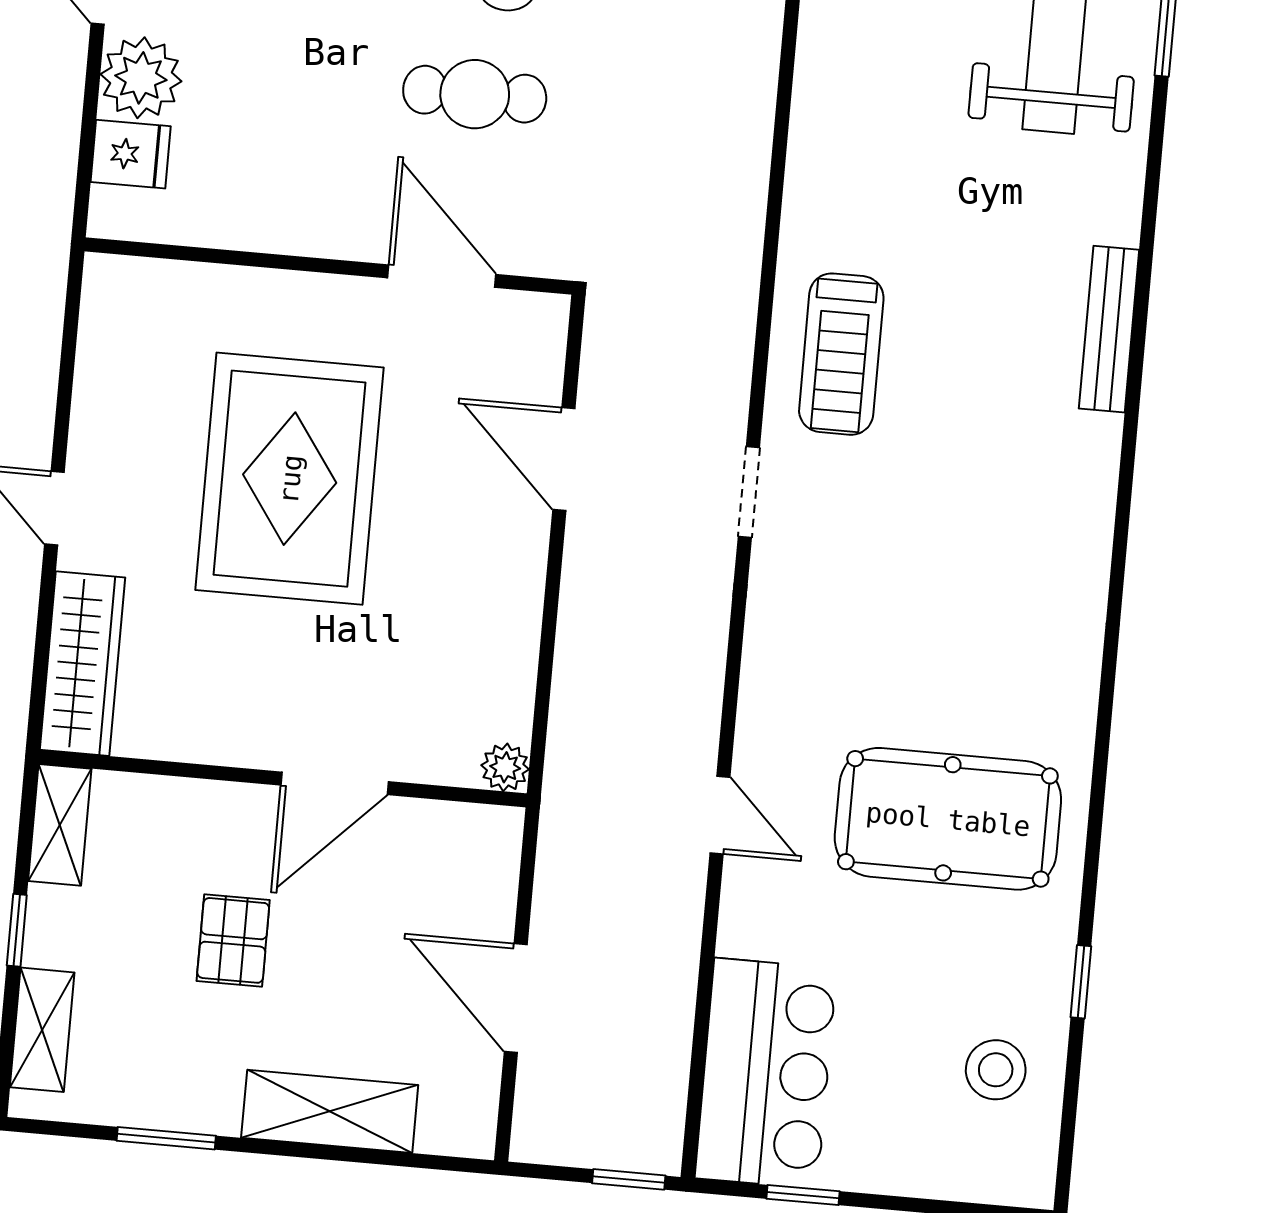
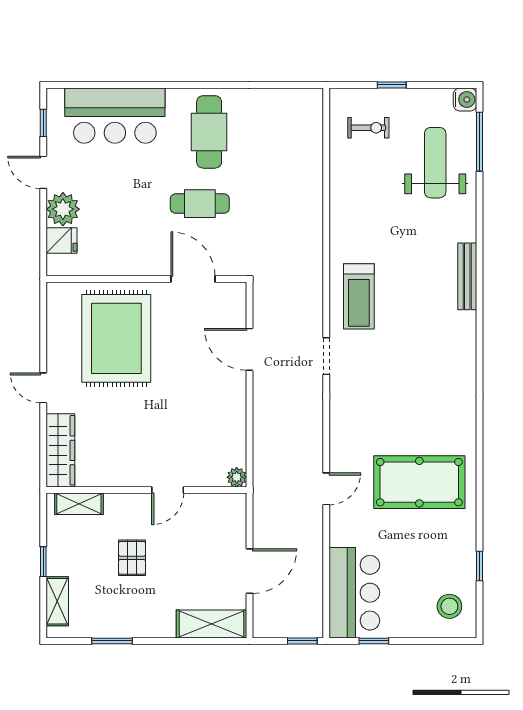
rug: (290, 479) -> (116, 338), moved
door: (335, 783) -> (168, 490), width x0.73
door: (720, 815) -> (326, 489), hinge flipped
shelving: (60, 825) -> (79, 504), moved, turned 90
window: (1081, 982) -> (480, 566), moved
door: (516, 998) -> (249, 571), swing flipped
stool: (996, 1070) -> (449, 606), moved
shelving: (330, 1111) -> (211, 624), moved

